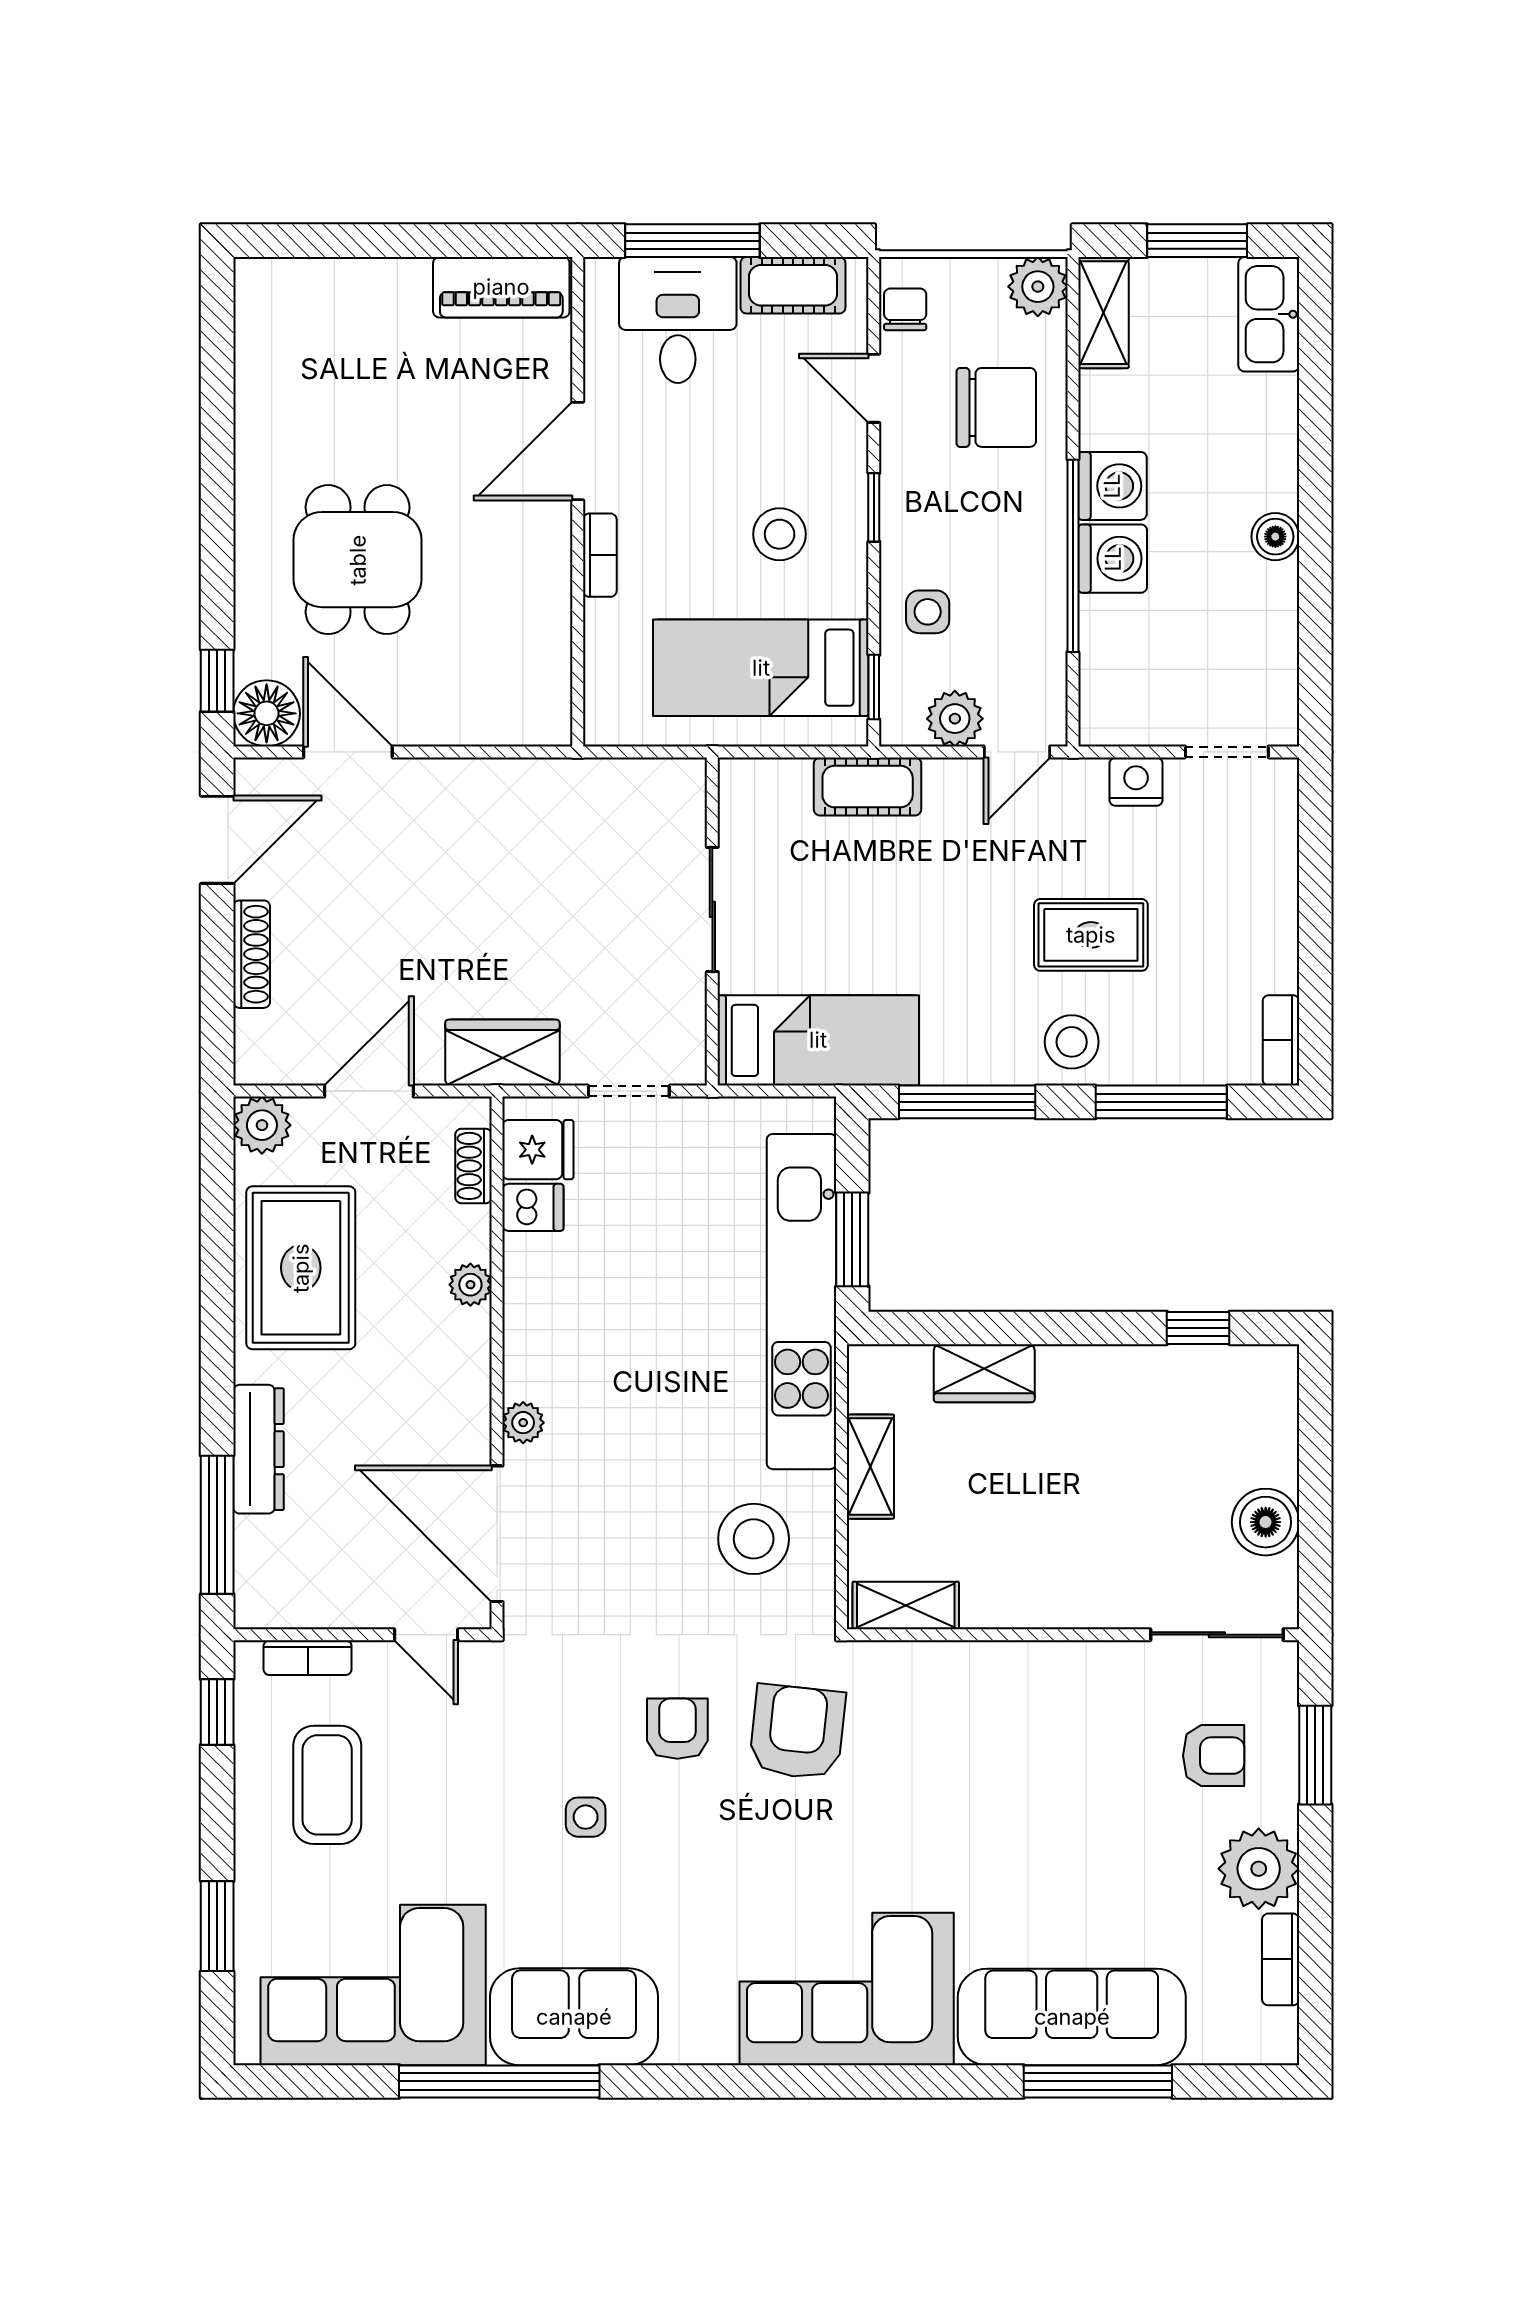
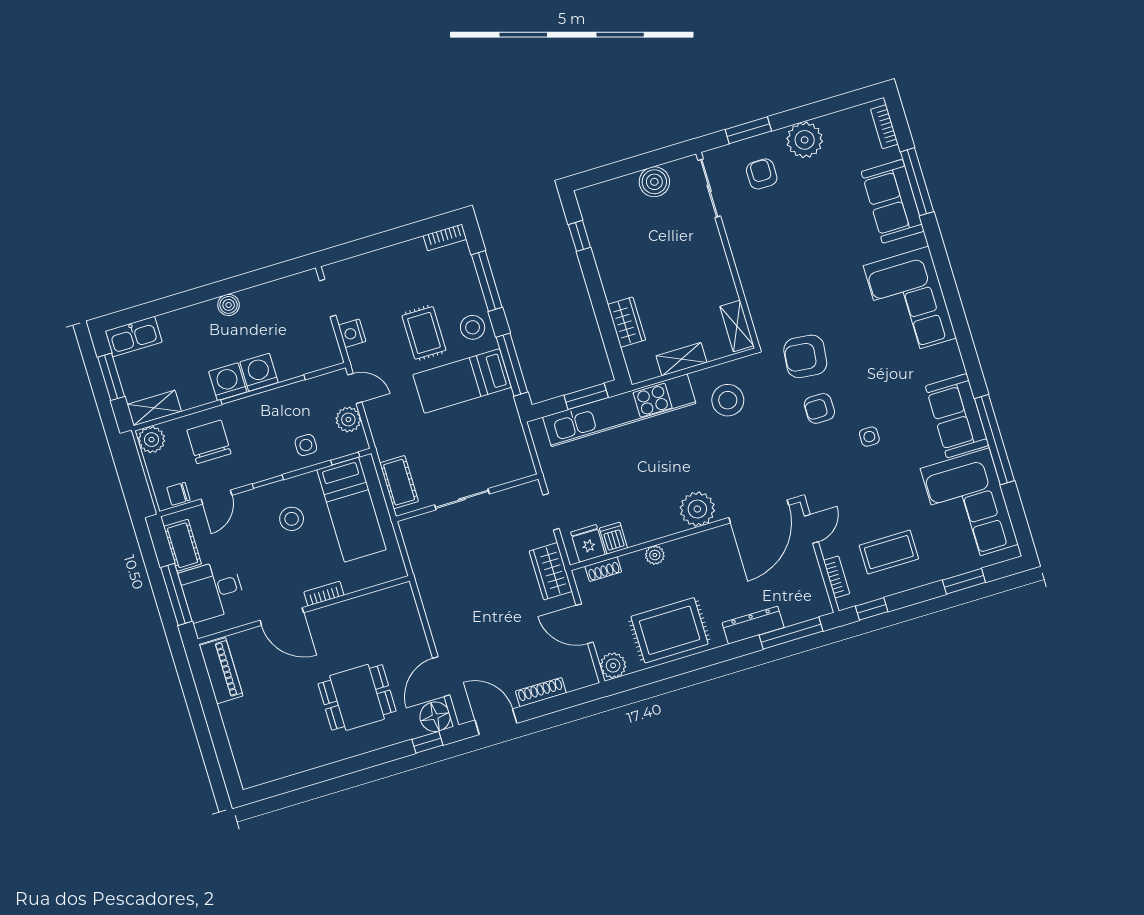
cot: (868, 787) -> (399, 482), moved
bed: (818, 1040) -> (462, 381), moved, turned -90
plant: (523, 1423) -> (697, 509), width x1.88, depth x1.88
bookcase: (1281, 1959) -> (884, 127), moved, turned 90
sofa: (1072, 2017) -> (893, 201), width x0.73

